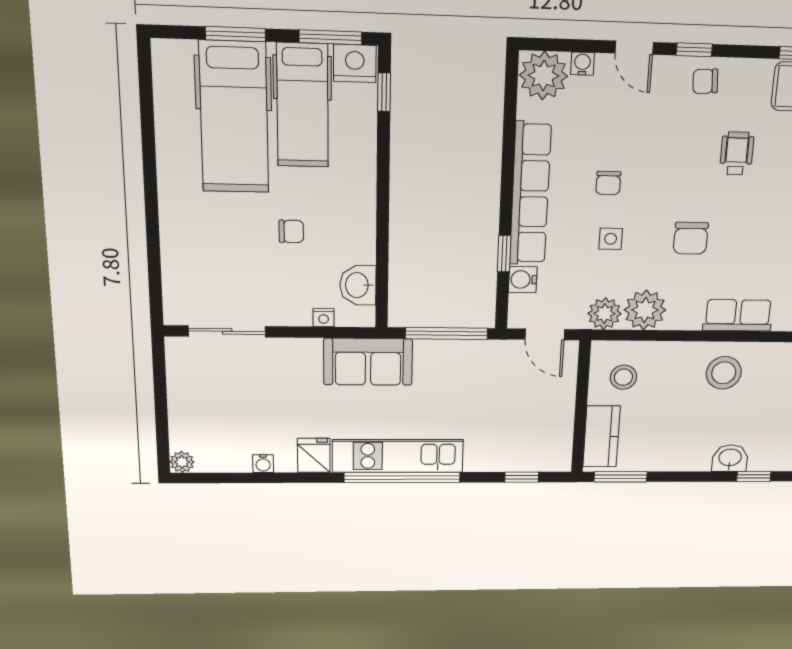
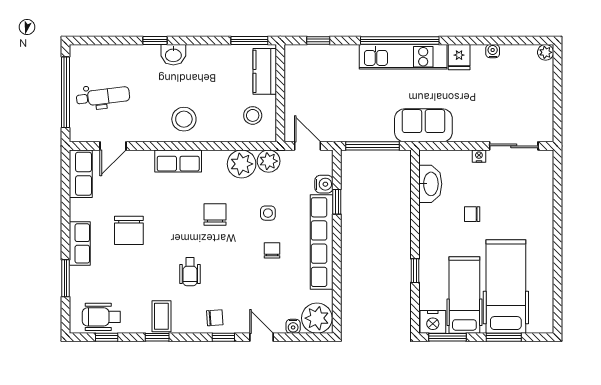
window: (384, 92) -> (415, 271), moved
washbasin: (358, 285) -> (430, 184), width x1.38
nightstand: (324, 318) -> (479, 156), moved

